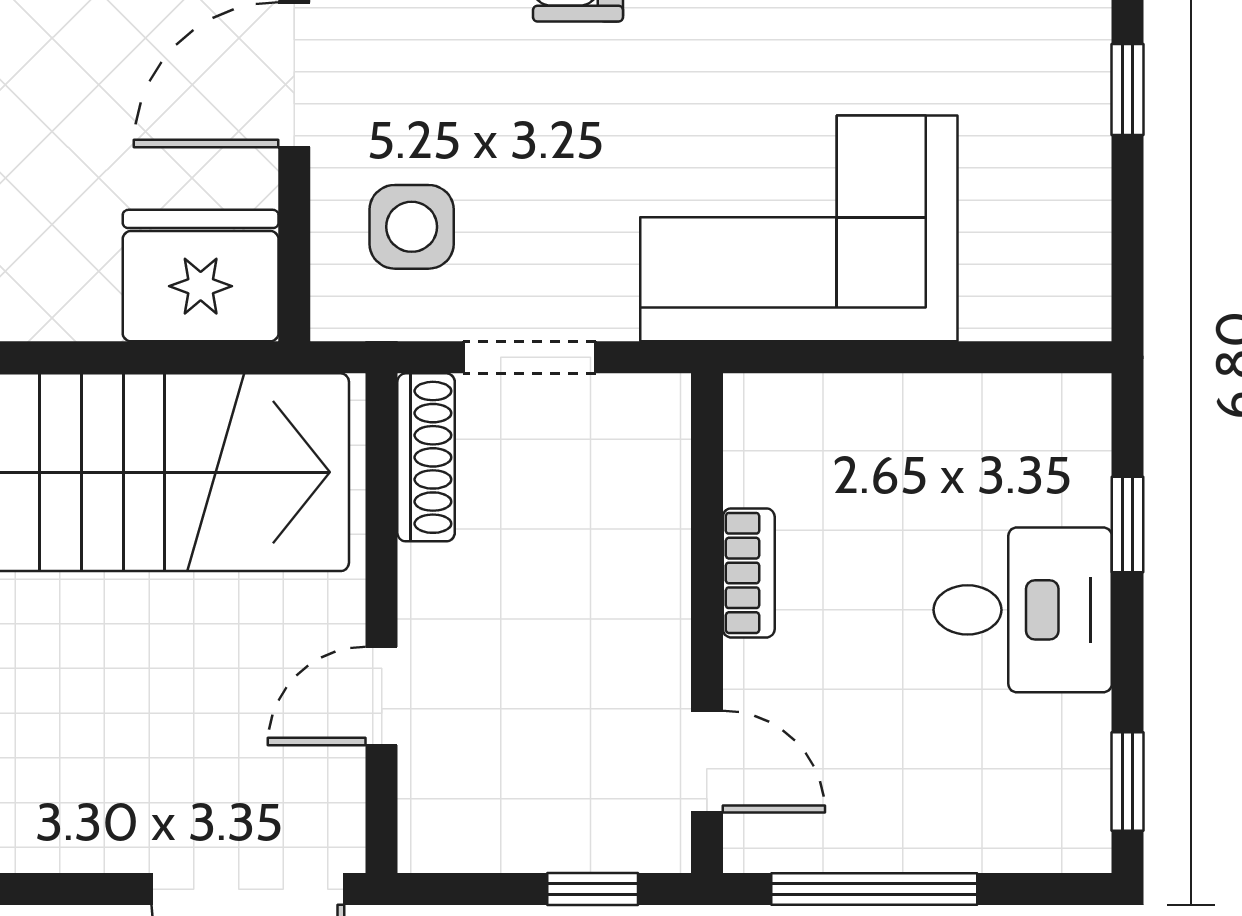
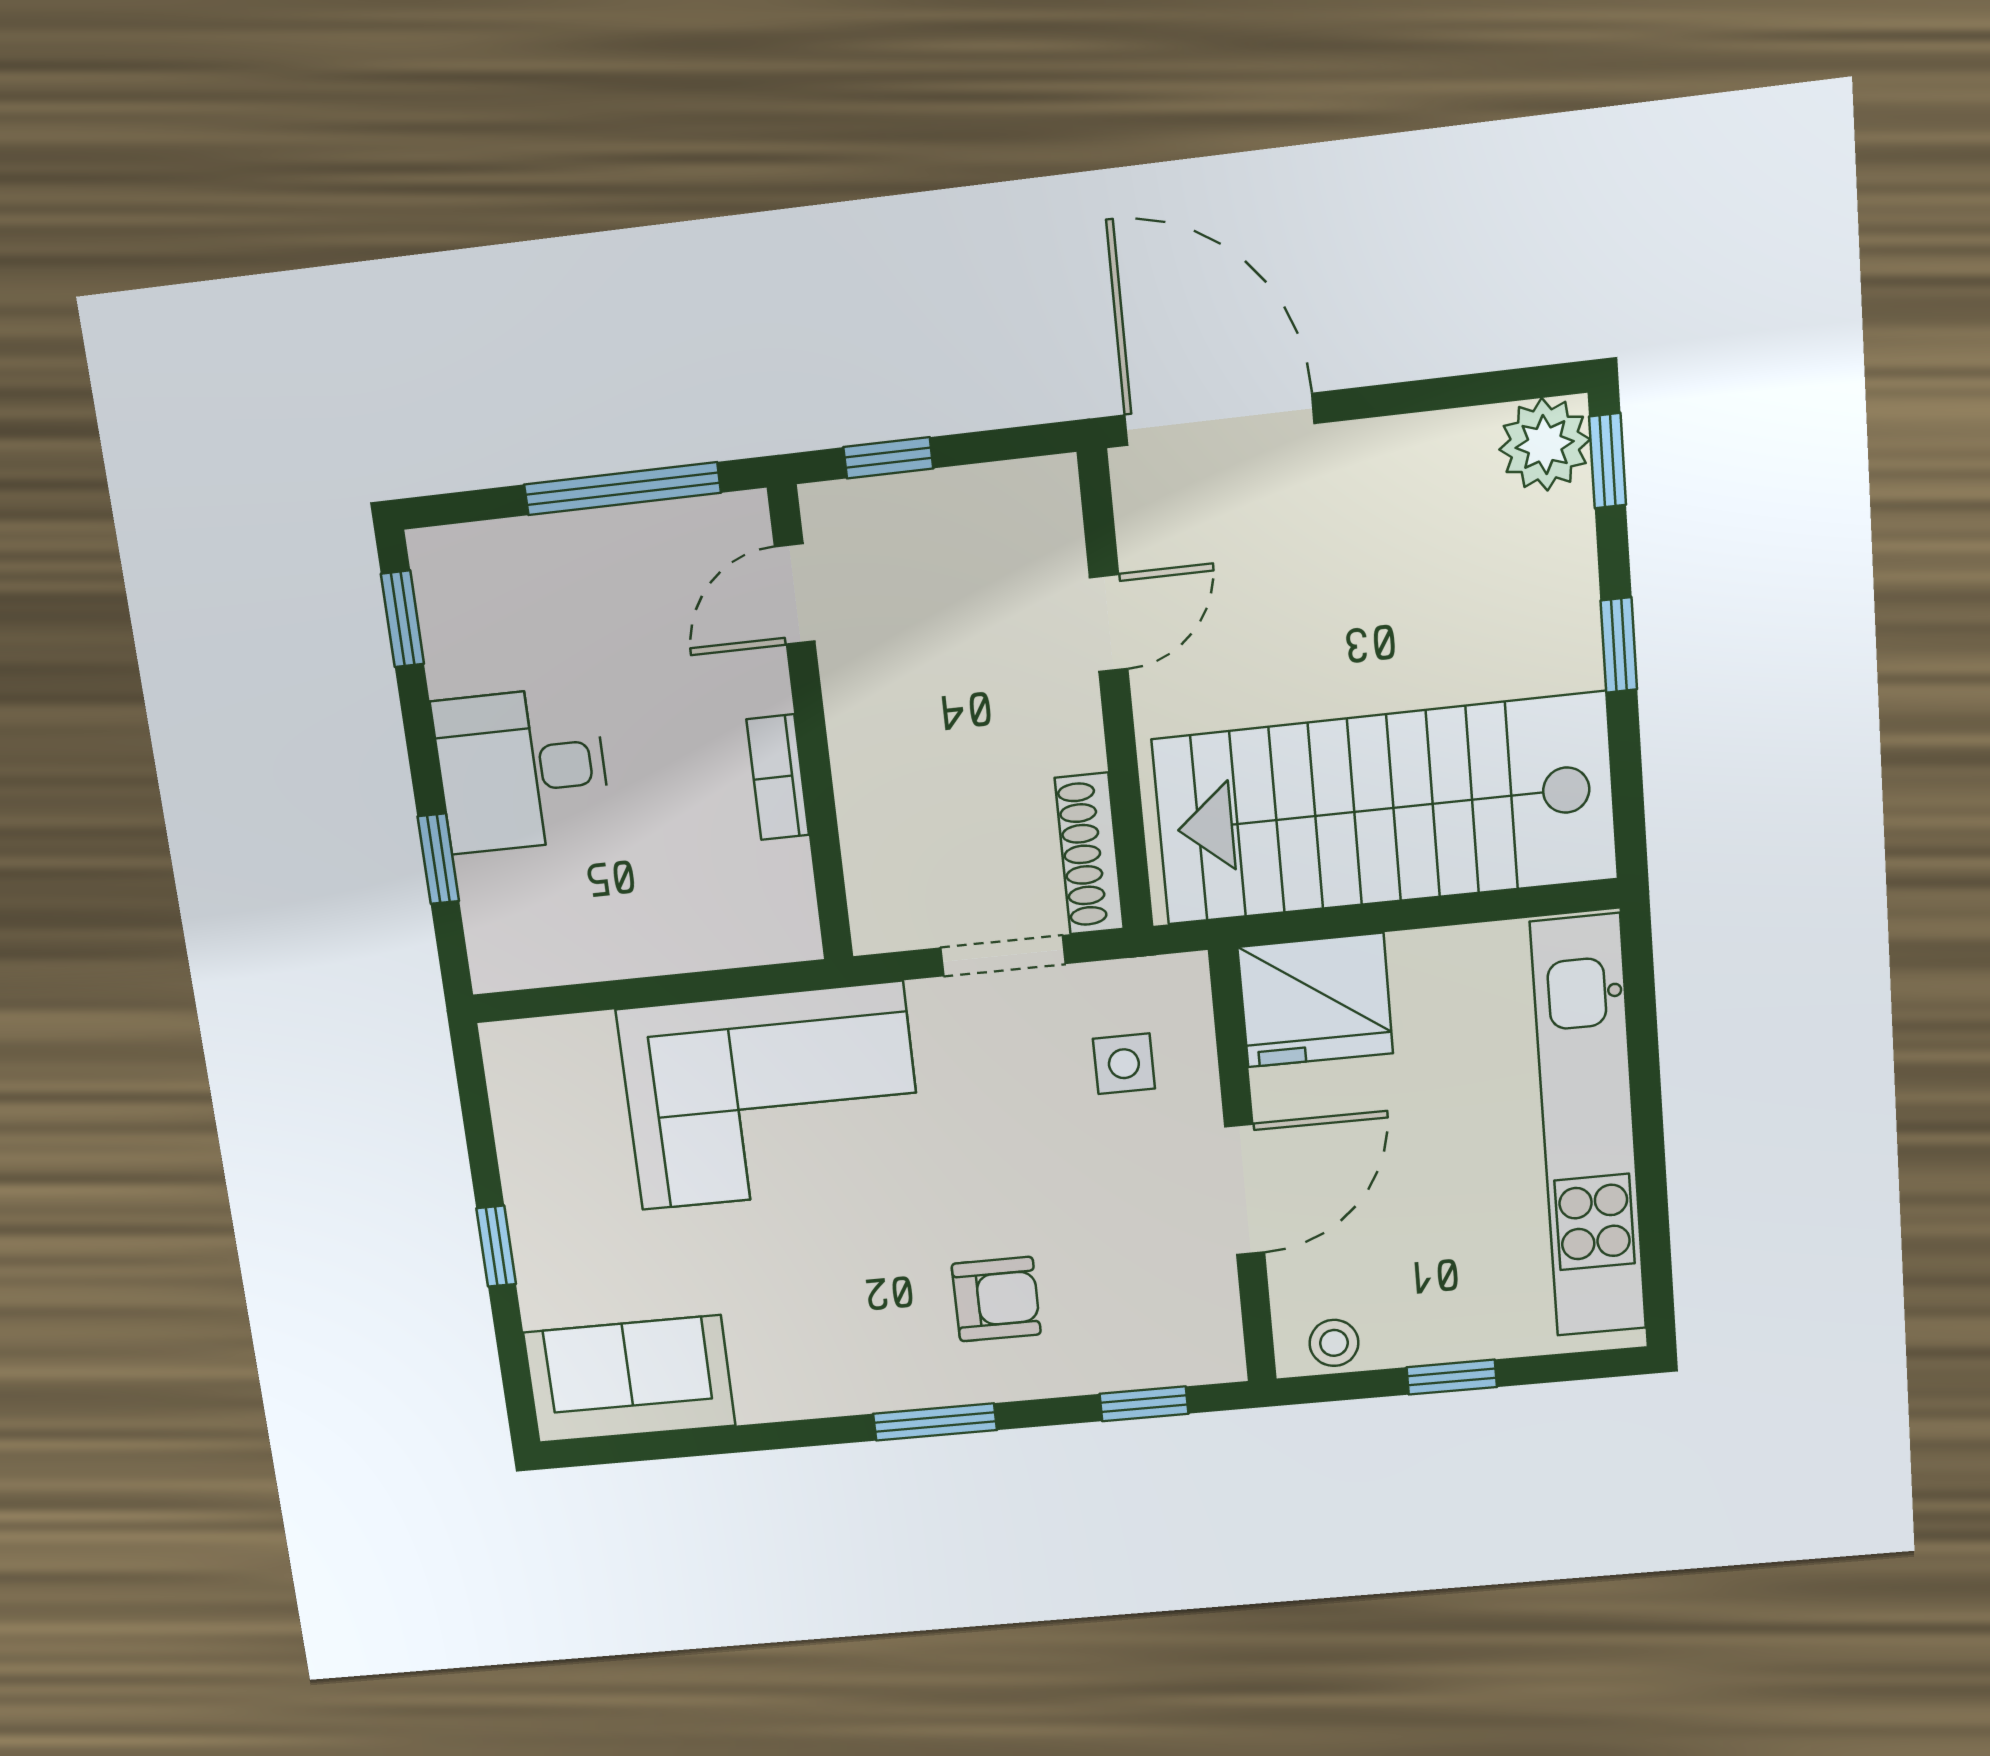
side table: (412, 227) -> (1124, 1064), width x0.73, depth x0.73
door: (707, 762) -> (795, 594), hinge flipped

